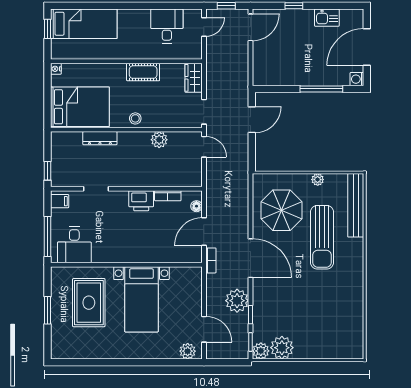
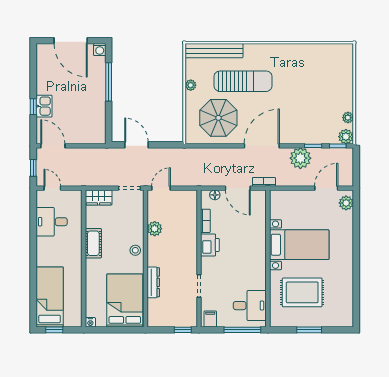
kitchen sink: (327, 18) -> (44, 106), moved
plant: (282, 348) -> (348, 118), width x0.53, depth x0.53

